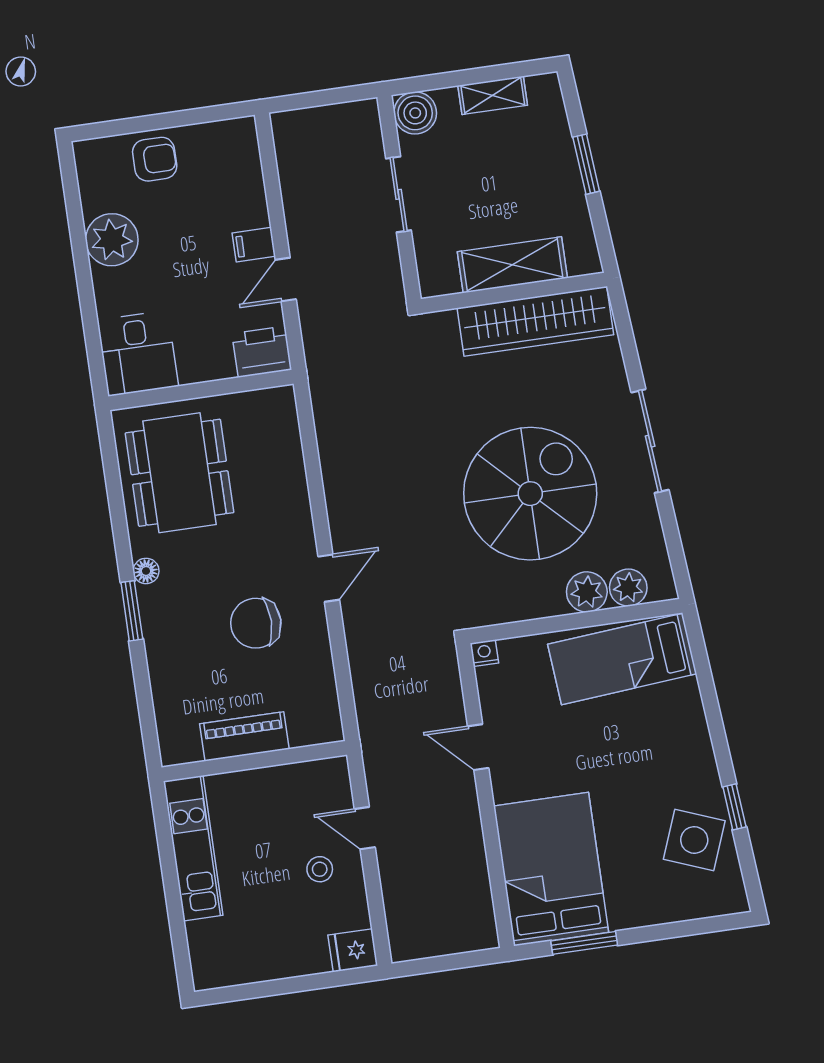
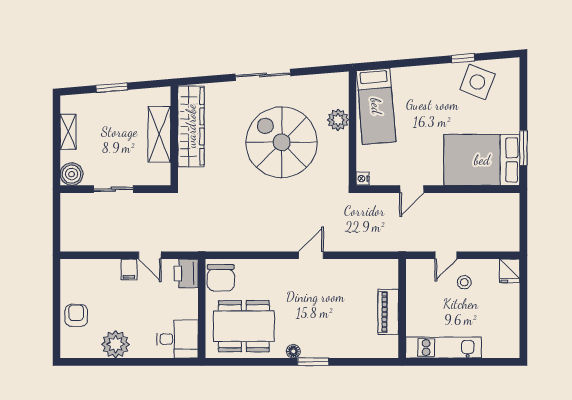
door: (329, 578) -> (311, 255), hinge flipped
plant: (628, 588) -> (339, 98), removed
chair: (256, 623) -> (221, 278), moved

